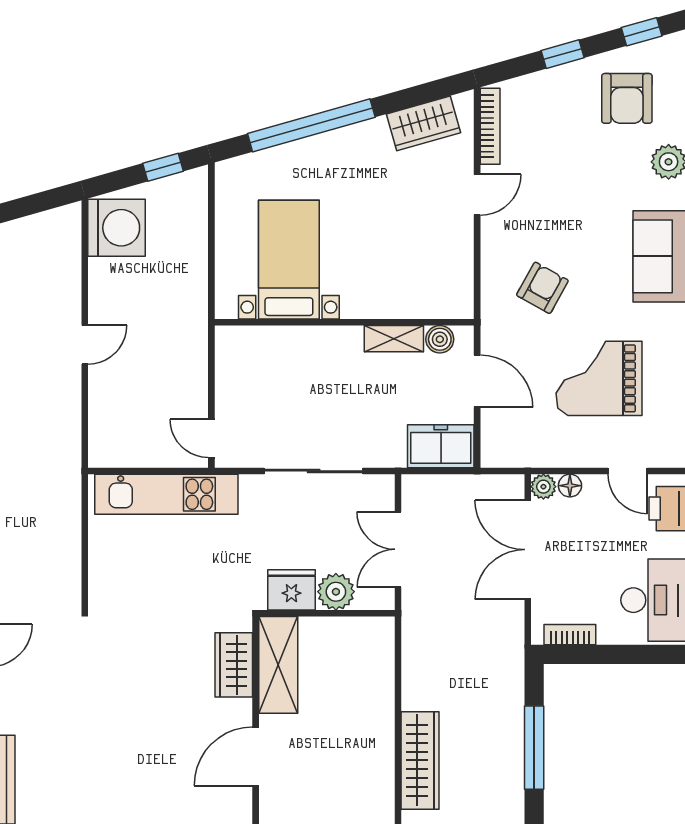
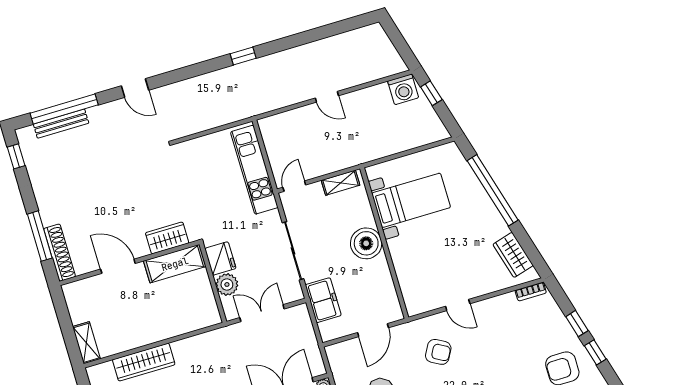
window: (642, 32) -> (595, 352), moved
bookcase: (490, 126) -> (531, 292), width x0.64
window: (163, 167) -> (431, 93), moved
door: (477, 195) -> (458, 305), moved
washing machine: (117, 228) -> (403, 89), width x0.73, depth x0.73
shelving: (394, 339) -> (341, 183), moved, turned 90
boiler: (440, 339) -> (366, 243), moved, width x1.86, depth x1.86
freezer: (441, 446) -> (323, 300), moved

